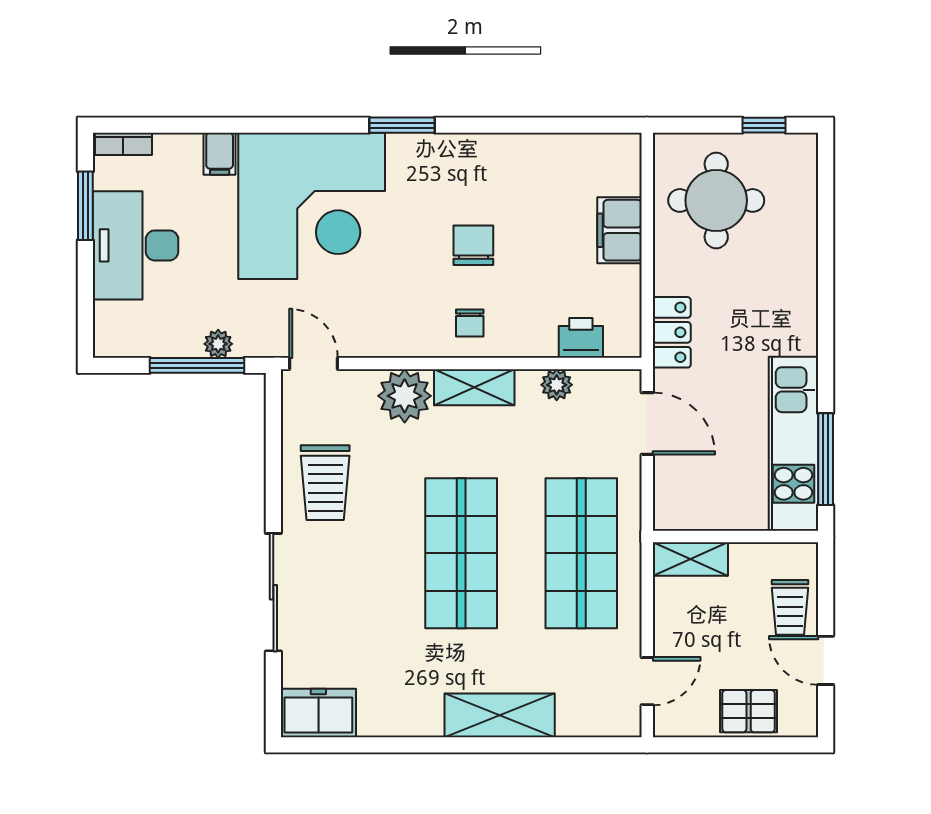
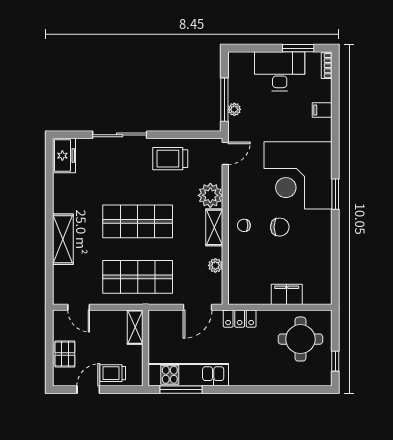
corner desk: (312, 206) -> (298, 175), moved
printer: (581, 338) -> (237, 277), removed

